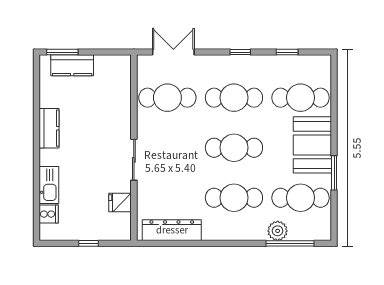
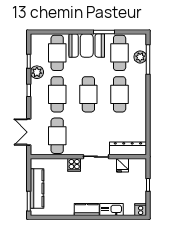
kitchen counter: (72, 65) -> (37, 188), width x1.50
plant: (270, 65) -> (37, 72), added
cooker: (121, 125) -> (74, 165), added
kitchen counter: (49, 128) -> (87, 209), moved
cooker: (49, 214) -> (141, 210), moved
dresser: (172, 230) -> (128, 148), moved, turned 90
plant: (278, 231) -> (140, 57), moved

